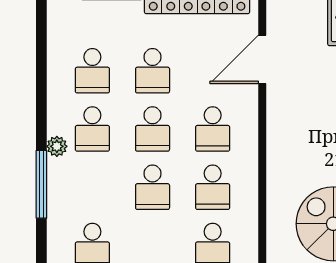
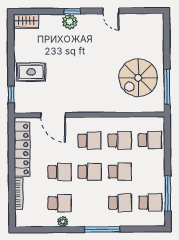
school desk: (92, 129) -> (120, 203), moved
plant: (57, 146) -> (63, 222), moved
window: (41, 184) -> (102, 229), moved

